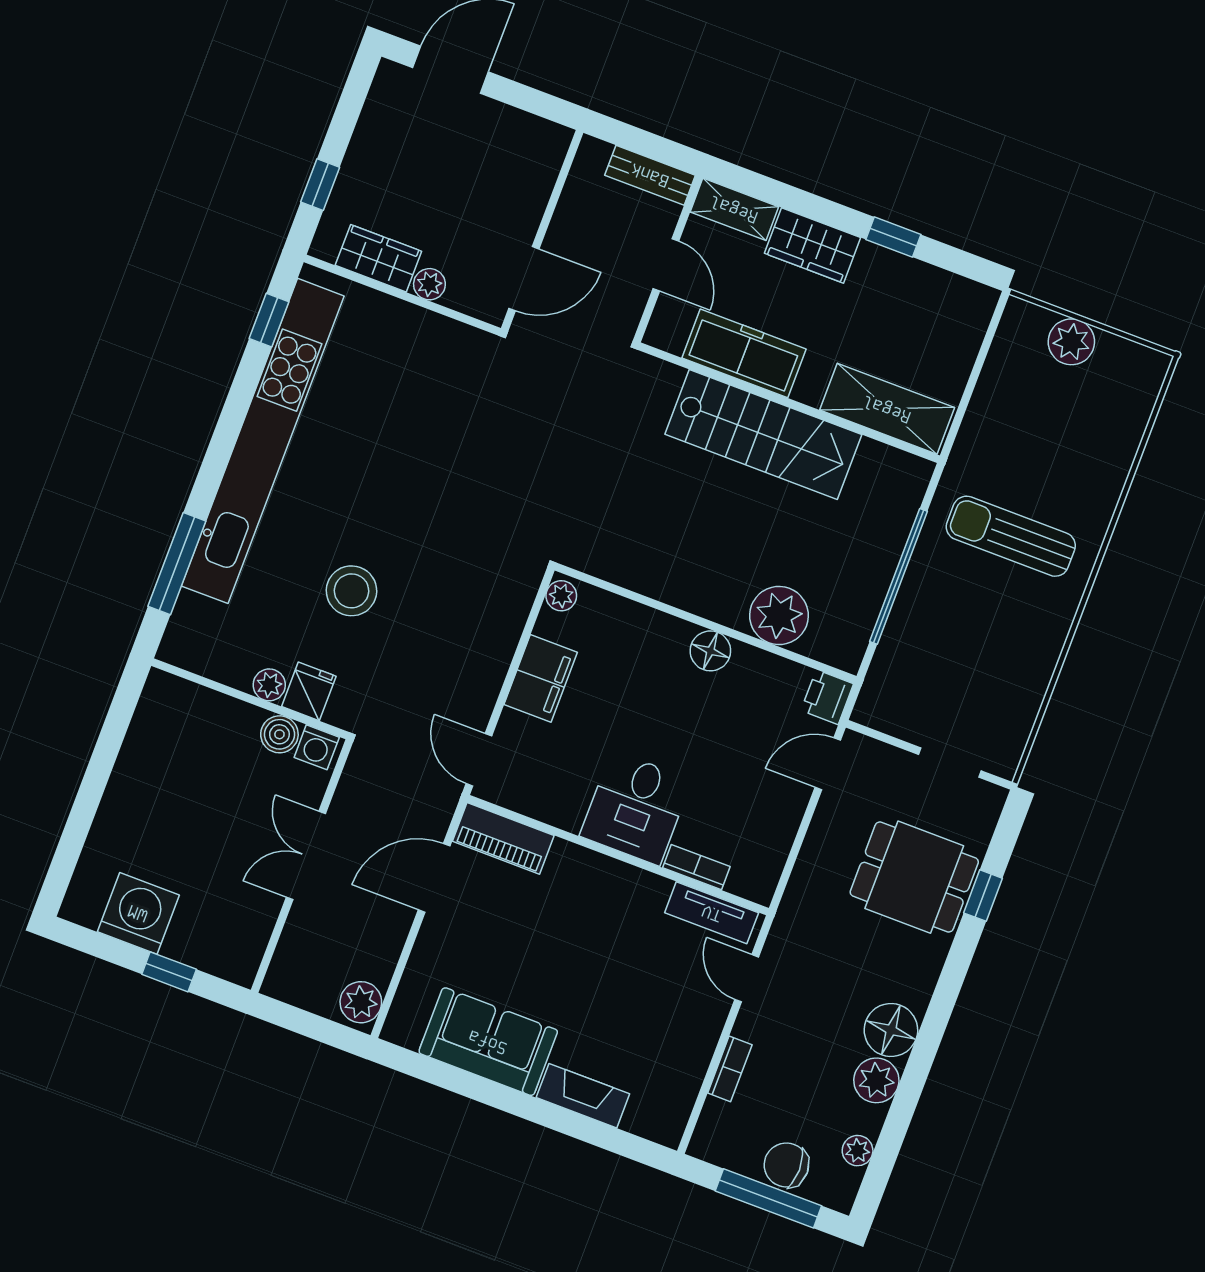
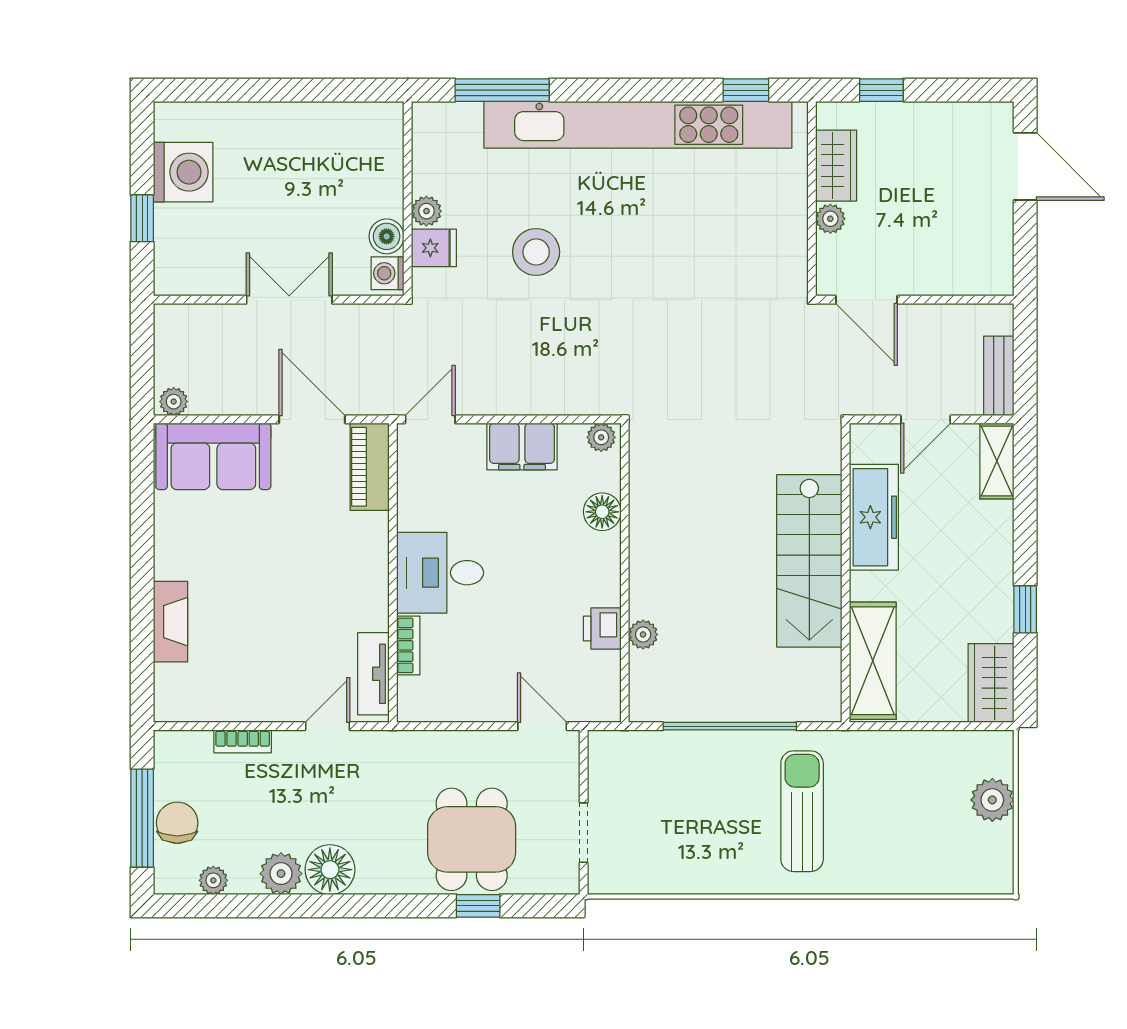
wardrobe: (813, 245) -> (991, 683), moved
plant: (779, 616) -> (643, 634), width x0.53, depth x0.53
floor lamp: (710, 651) -> (602, 512), moved
printer: (827, 697) -> (602, 629), moved, turned -90
plant: (361, 1002) -> (174, 402), width x0.73, depth x0.73
sofa: (488, 1042) -> (213, 456), moved, turned 90

